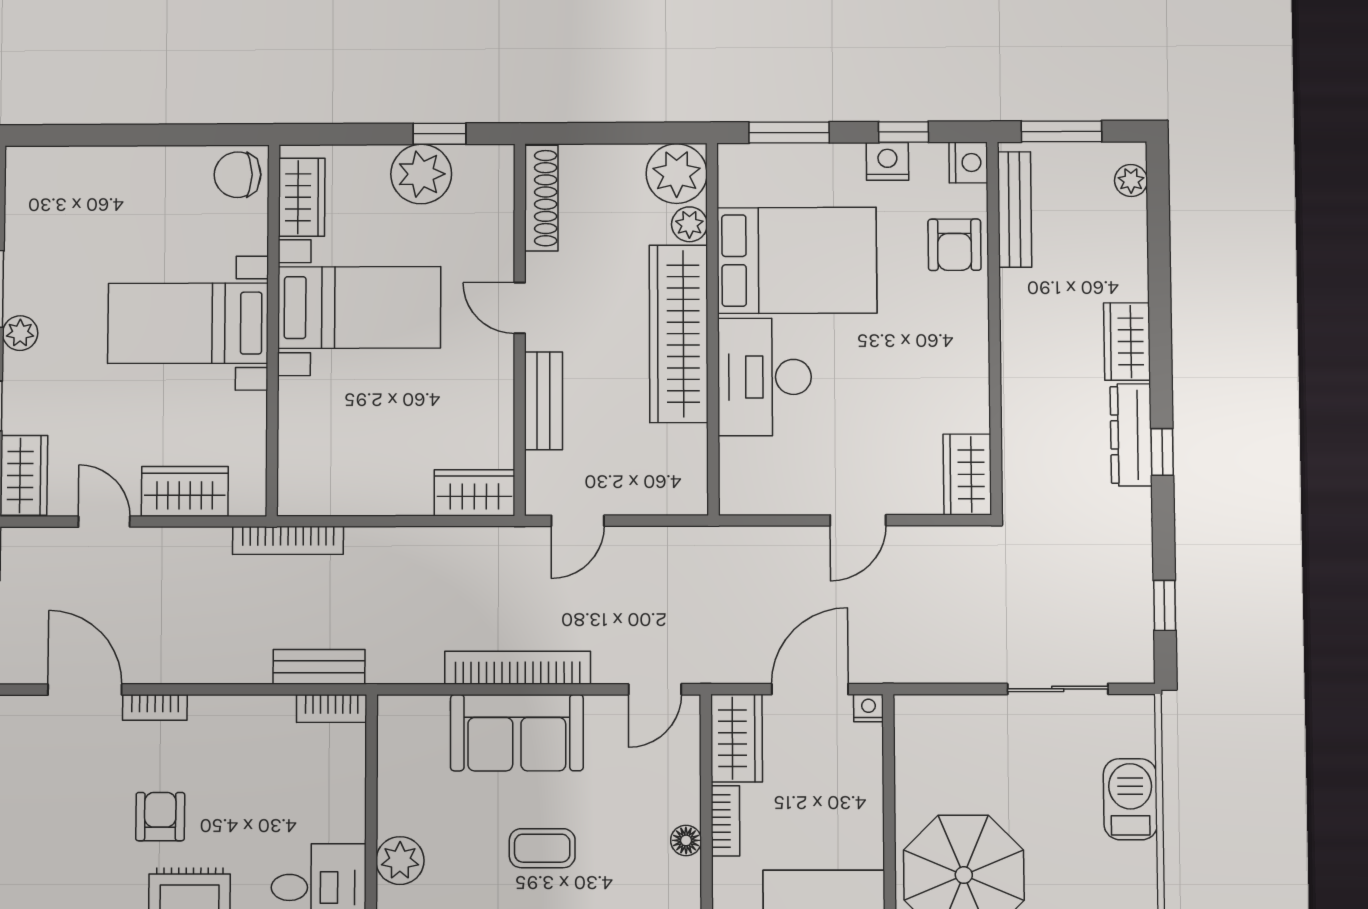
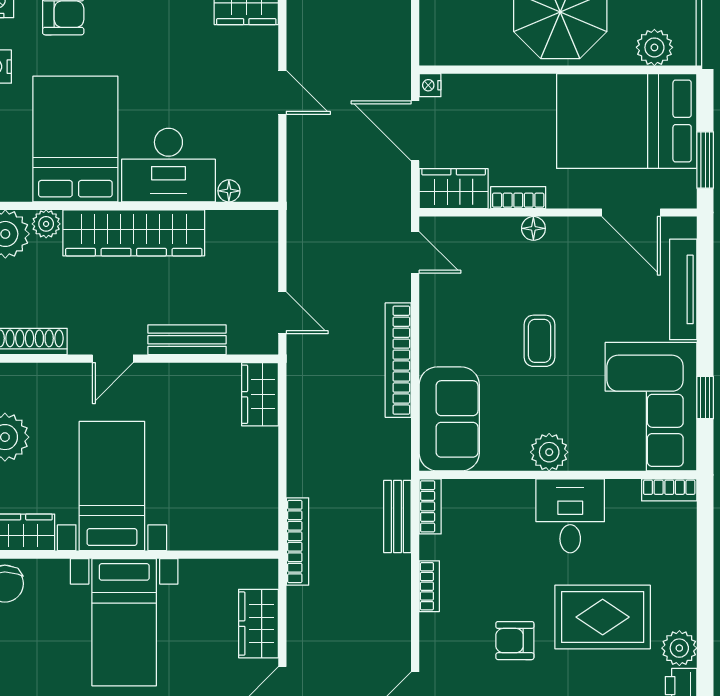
floor lamp: (732, 453) -> (229, 191), added
bookcase: (155, 707) -> (429, 586), moved
sofa: (517, 733) -> (449, 419), moved

